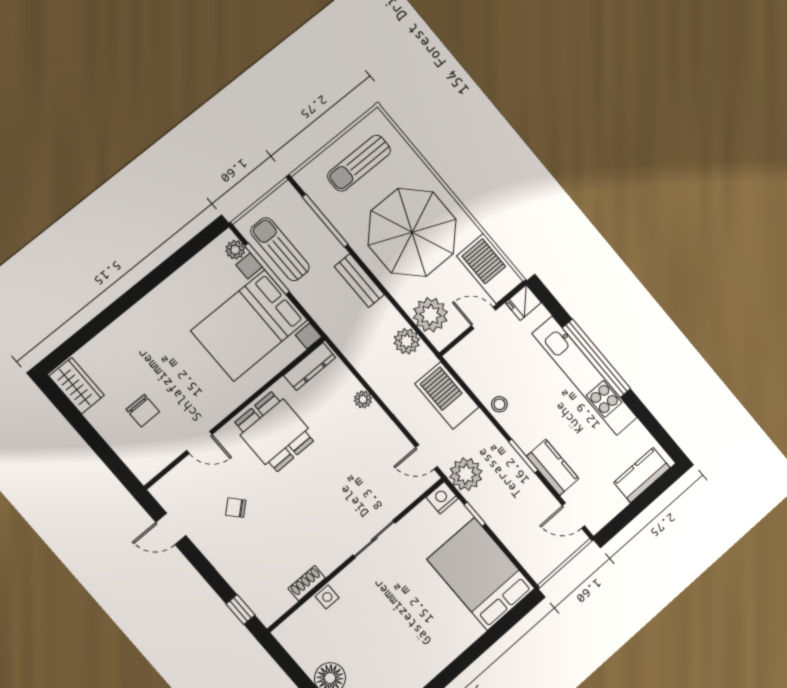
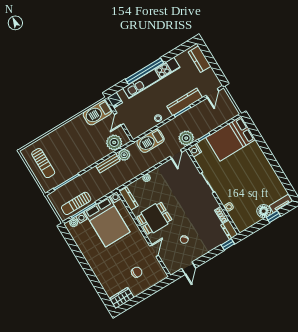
parasol: (412, 232) -> (77, 145), removed
bench: (359, 281) -> (108, 163), moved
kitchen counter: (553, 467) -> (185, 102), width x1.50
dresser: (275, 607) -> (229, 230), added

